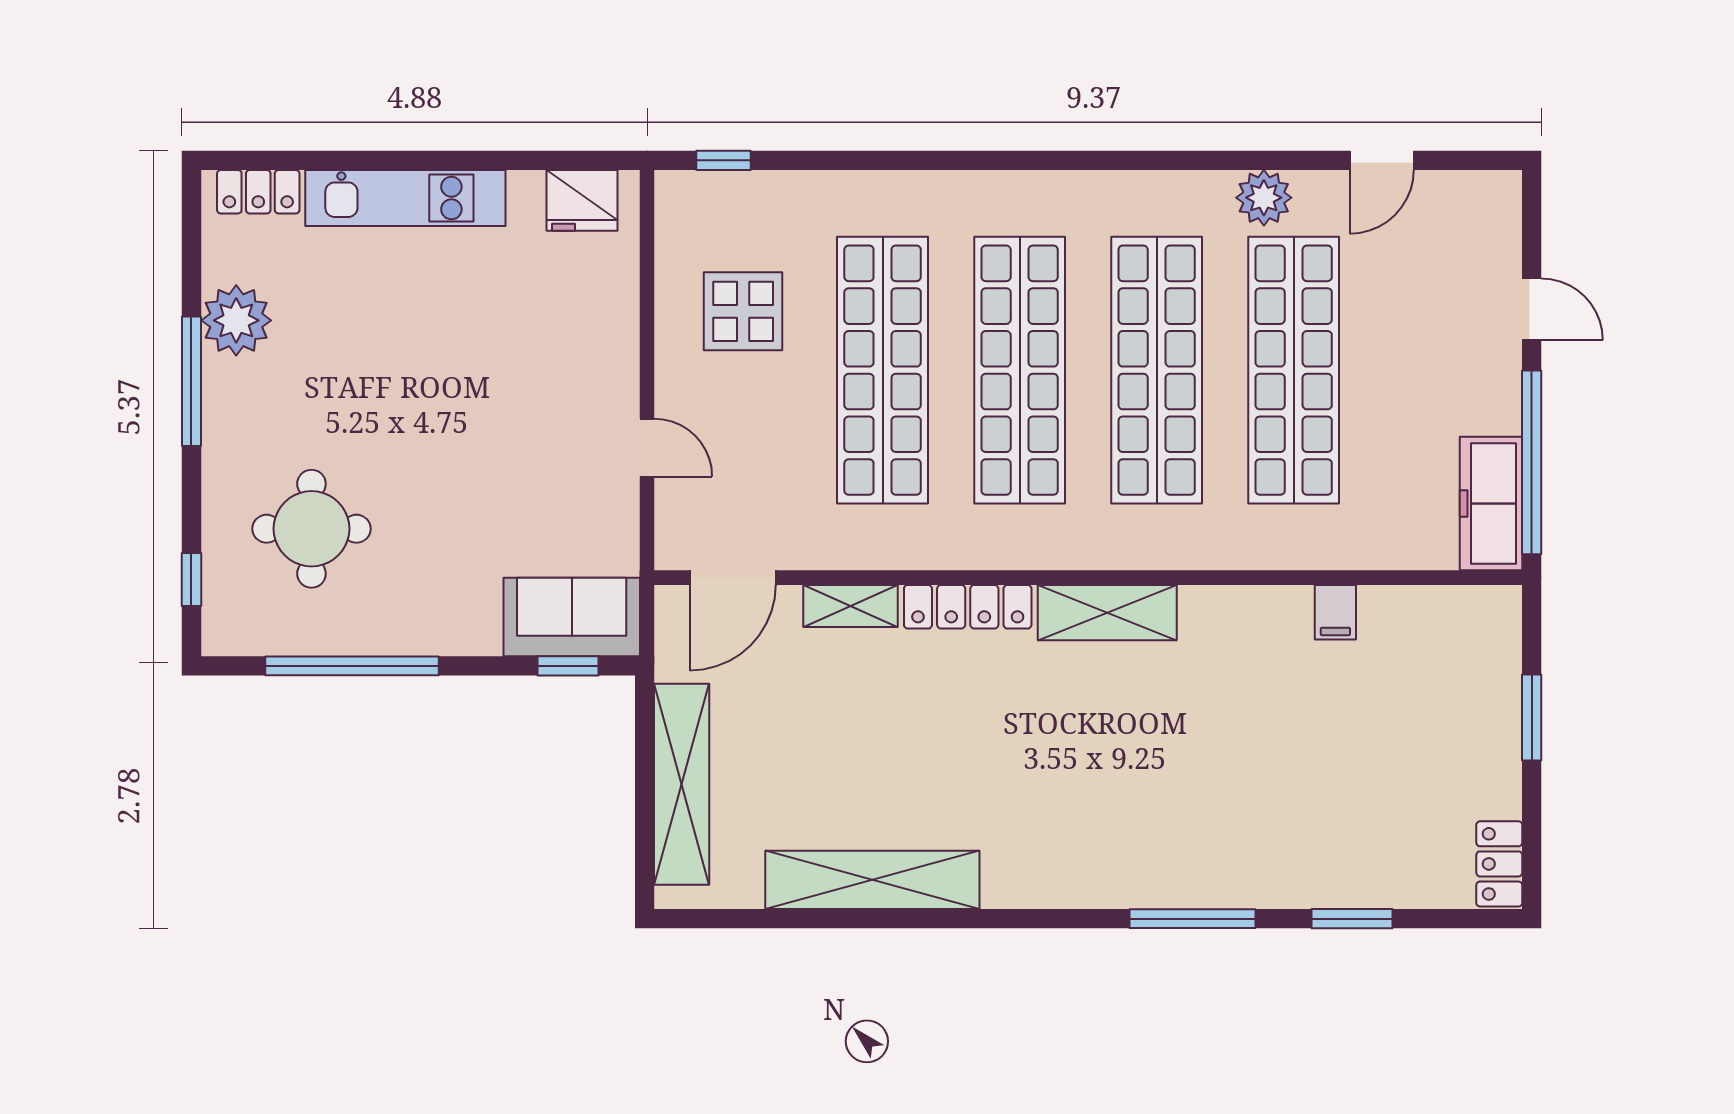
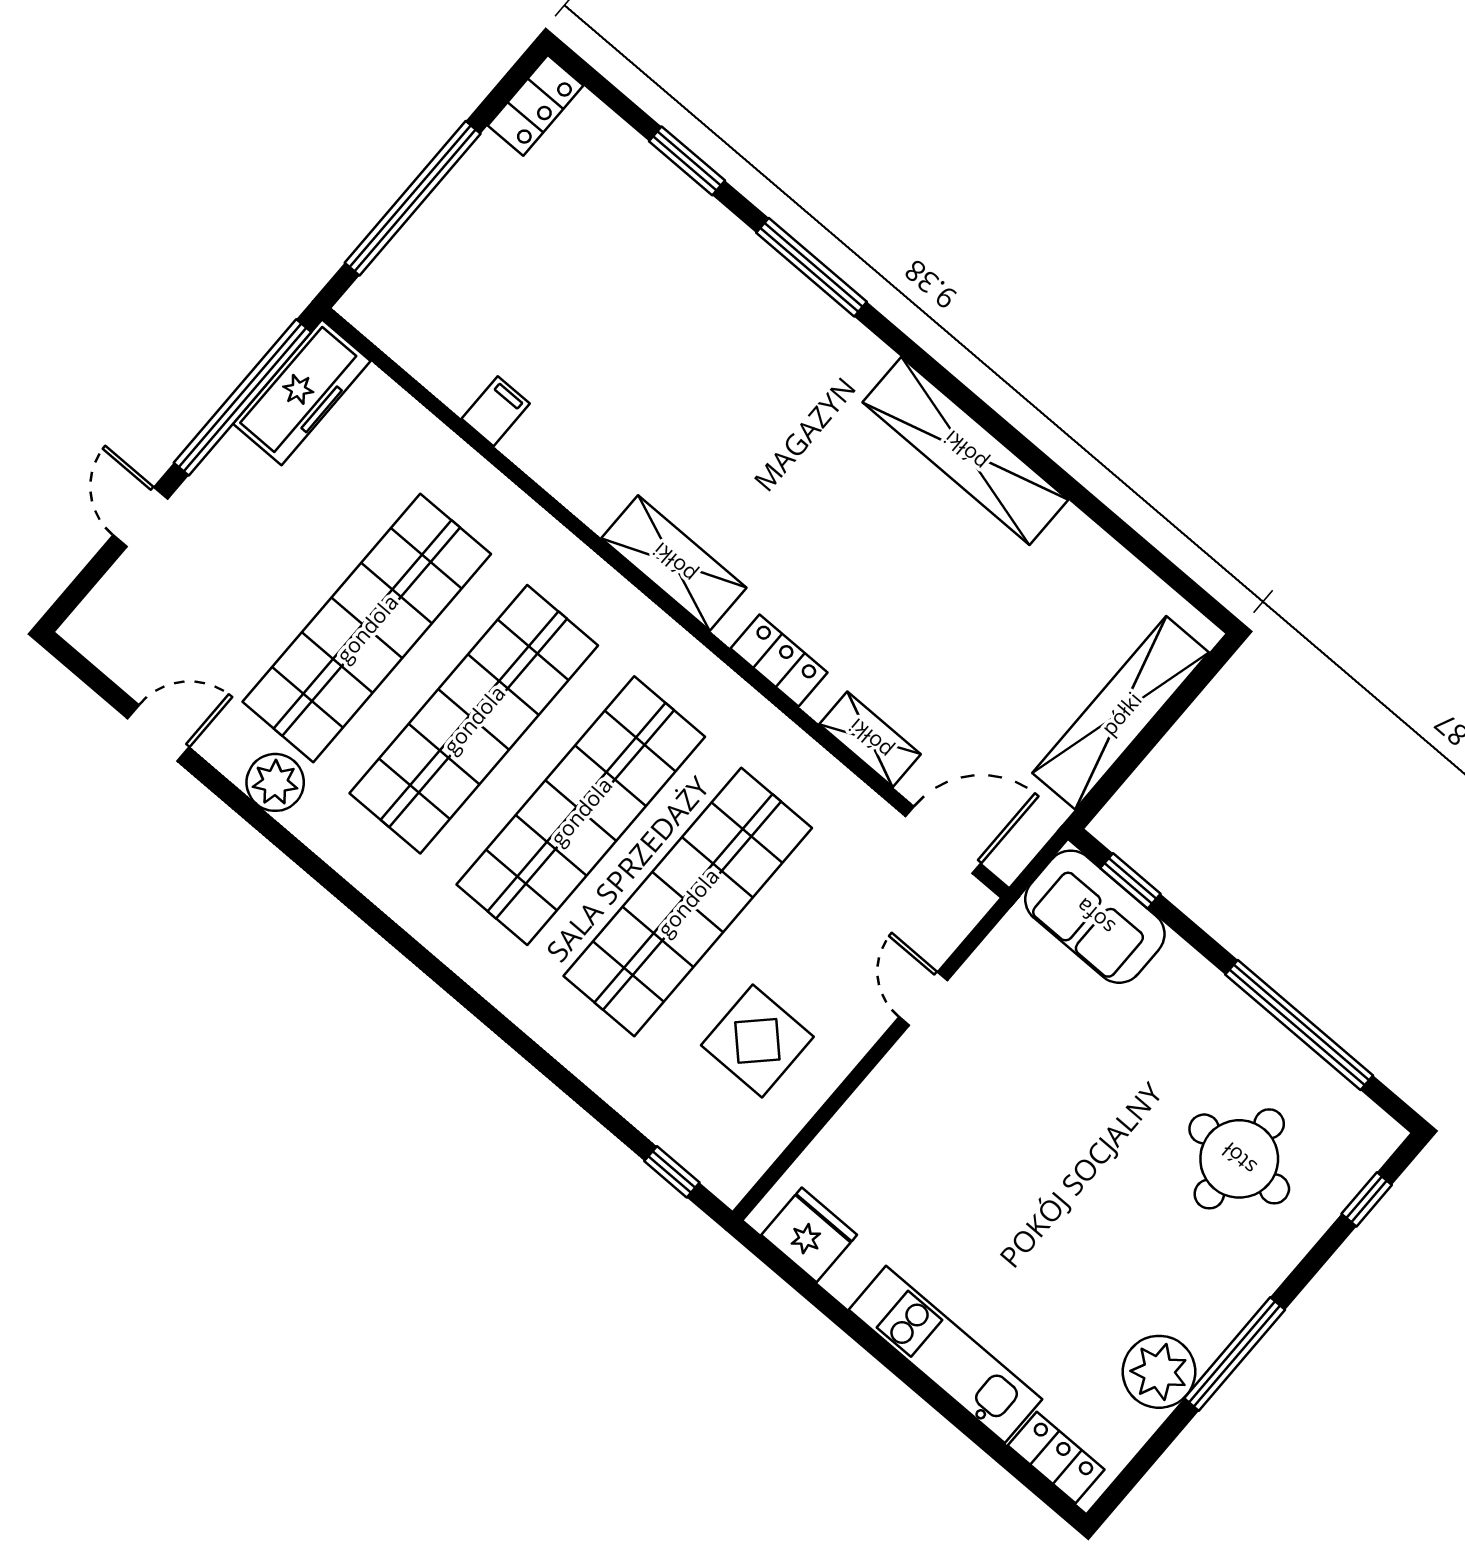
locker: (968, 607) -> (779, 661), width x0.66
window: (1532, 717) -> (413, 198), width x2.11
shelving: (872, 880) -> (965, 451), moved

